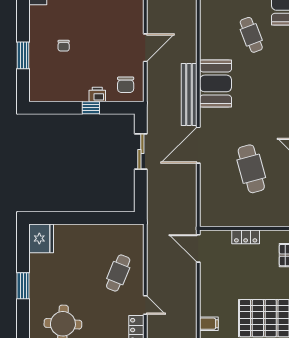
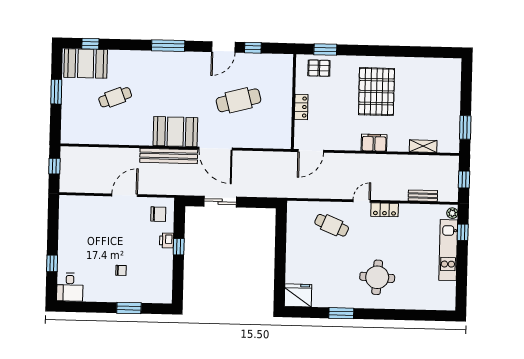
door: (145, 48) -> (125, 195), hinge flipped
booth: (216, 83) -> (175, 132), moved
filing cabinet: (209, 324) -> (374, 143), width x2.00

